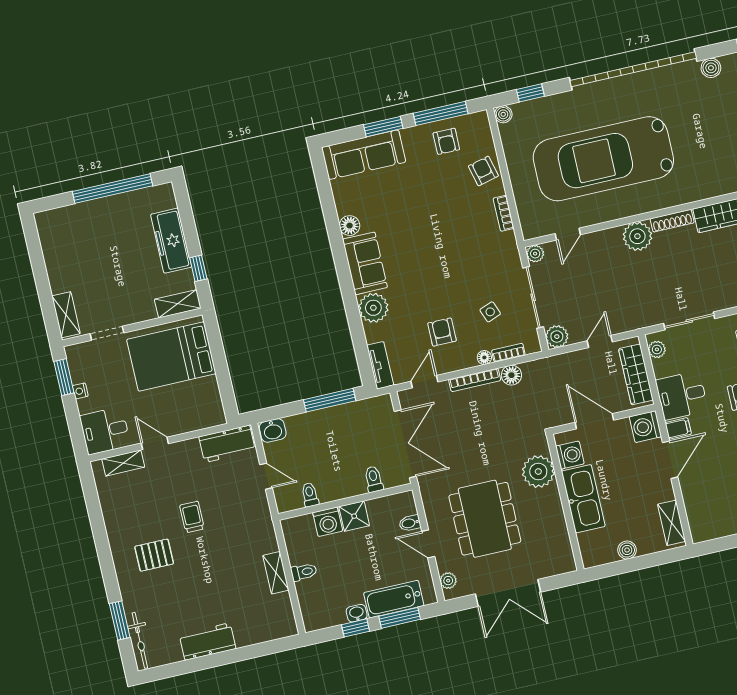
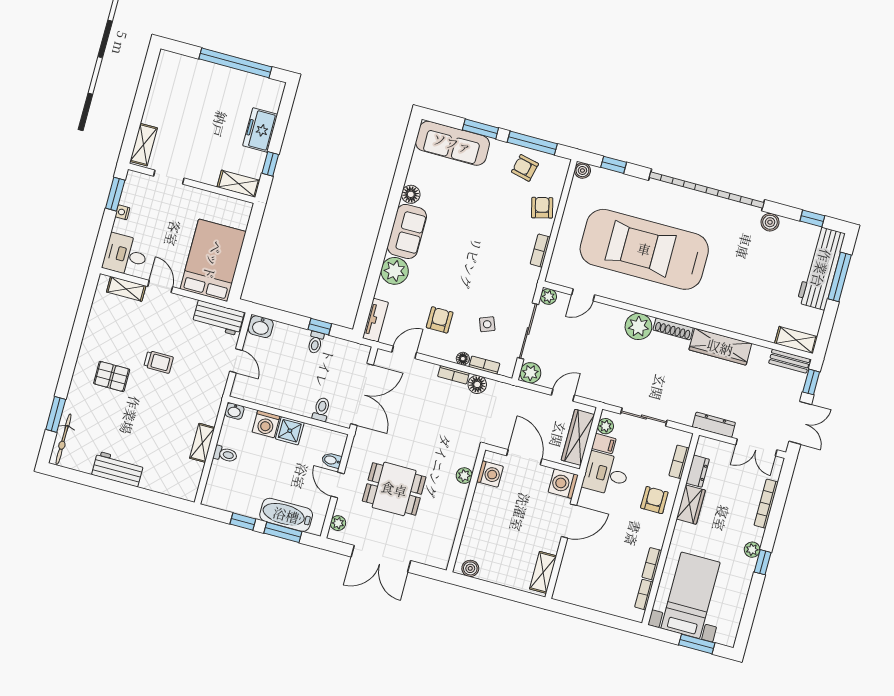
armchair: (446, 141) -> (525, 168), turned 103
freezer: (171, 241) -> (260, 130), width x0.71
bed: (171, 356) -> (213, 260), moved, turned 90
bookcase: (475, 380) -> (453, 375), width x0.64
window: (330, 400) -> (320, 327), width x0.46
filing cabinet: (678, 428) -> (604, 444), moved
plant: (538, 472) -> (464, 476), width x0.53, depth x0.53
toilet: (310, 495) -> (316, 342), moved, turned 180
kitchen sink: (583, 499) -> (482, 515), removed
trolley: (192, 517) -> (159, 362), turned 90
dining table: (485, 519) -> (394, 489), width x0.73
boiler: (627, 550) -> (470, 568), moved
washbasin: (357, 613) -> (234, 411), moved, turned 180

